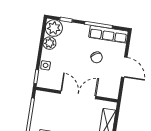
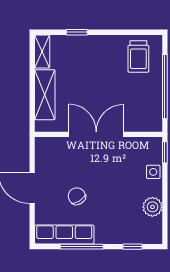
plant: (54, 28) -> (149, 231), removed
double door: (78, 95) -> (96, 134), swing flipped

